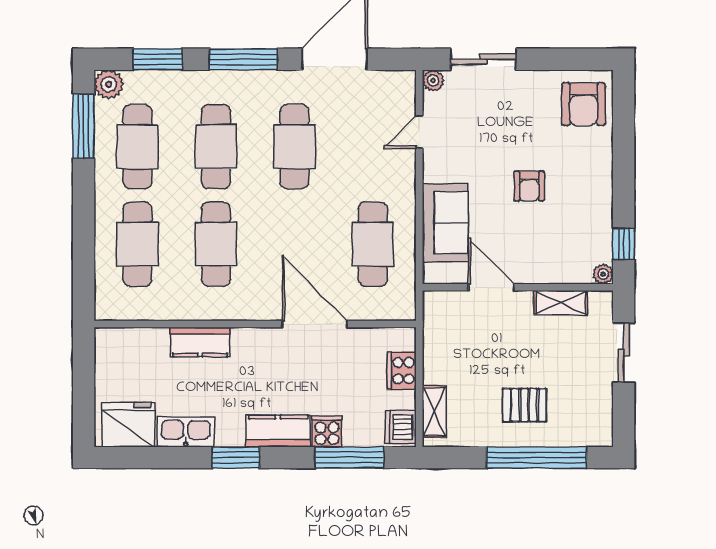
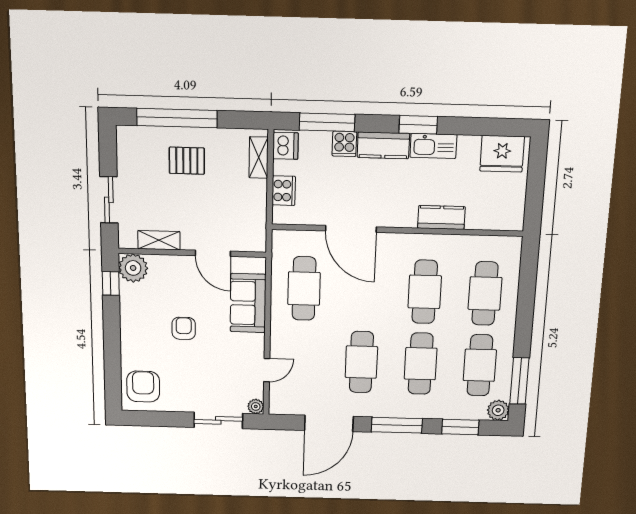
plant: (603, 274) -> (133, 268), width x1.88, depth x1.88
kitchen sink: (186, 432) -> (433, 146), moved

